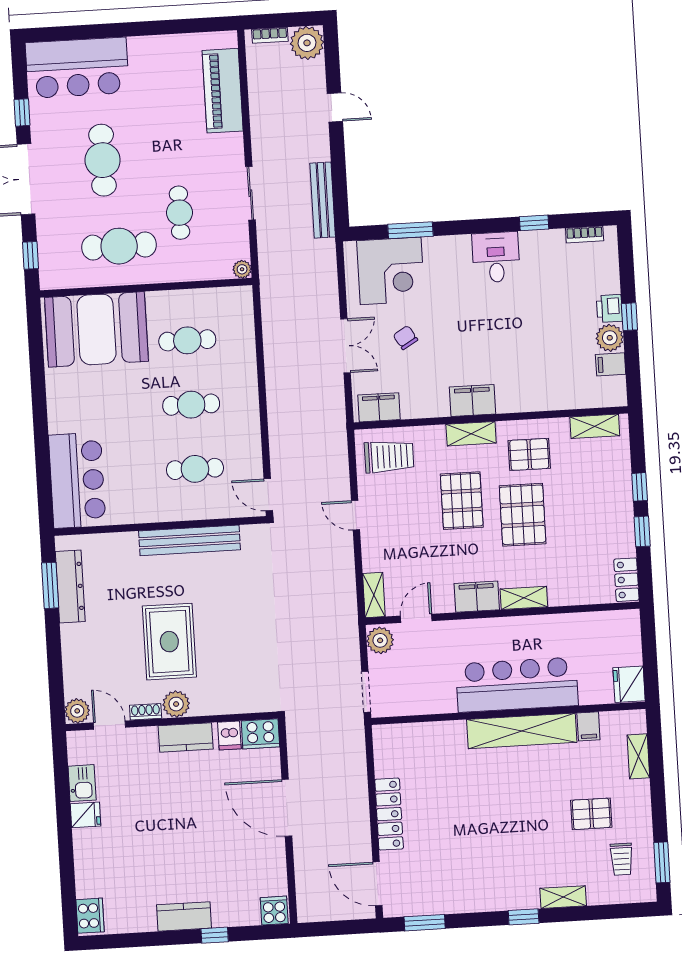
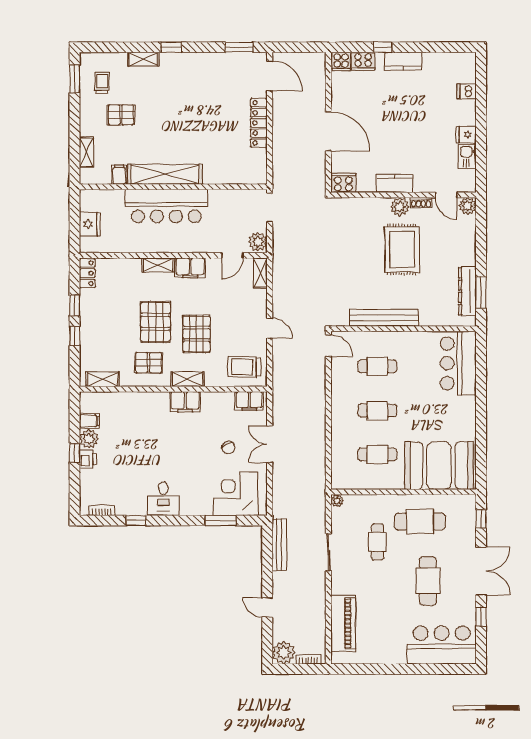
fridge: (629, 684) -> (90, 224), moved
dishwasher: (229, 736) -> (466, 91), moved, turned -90
cooker: (90, 916) -> (363, 61), moved, turned -90

